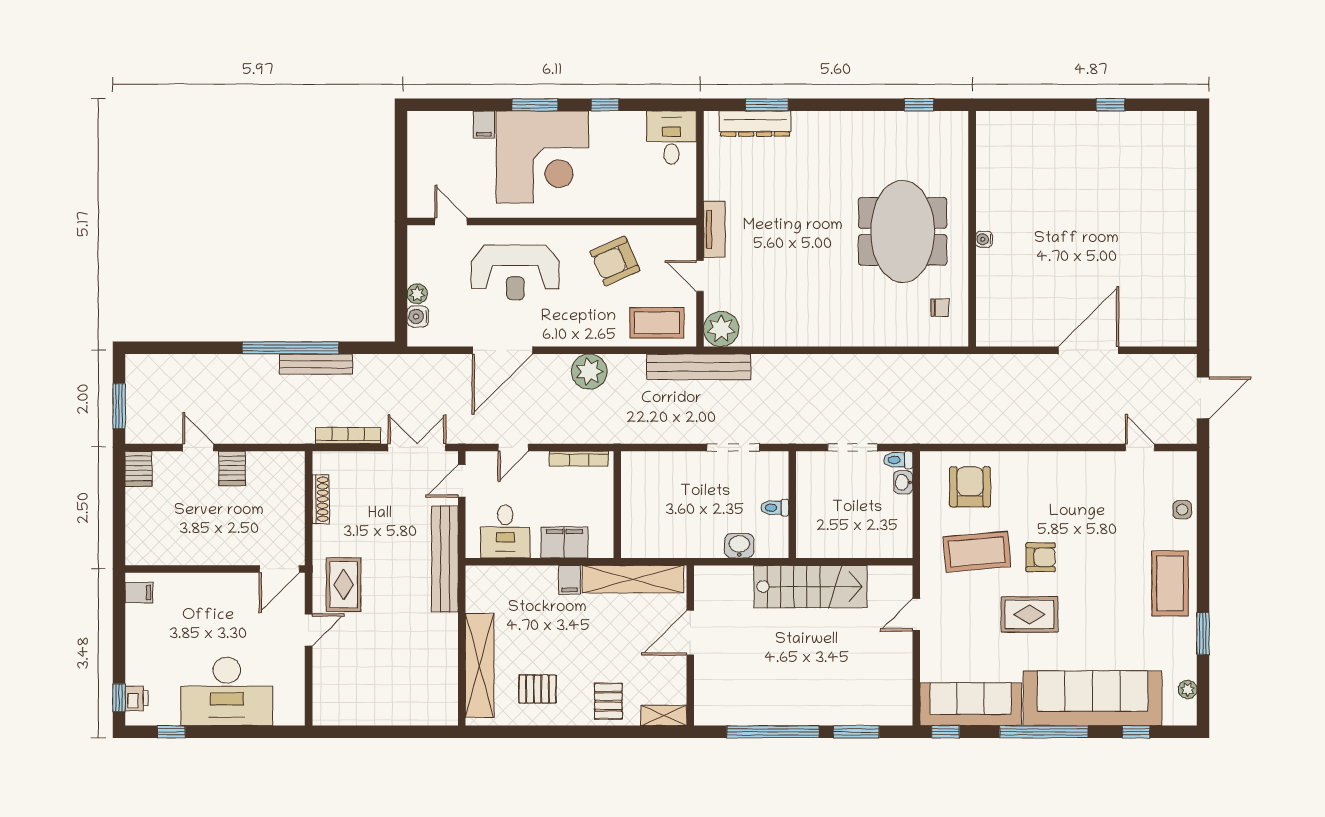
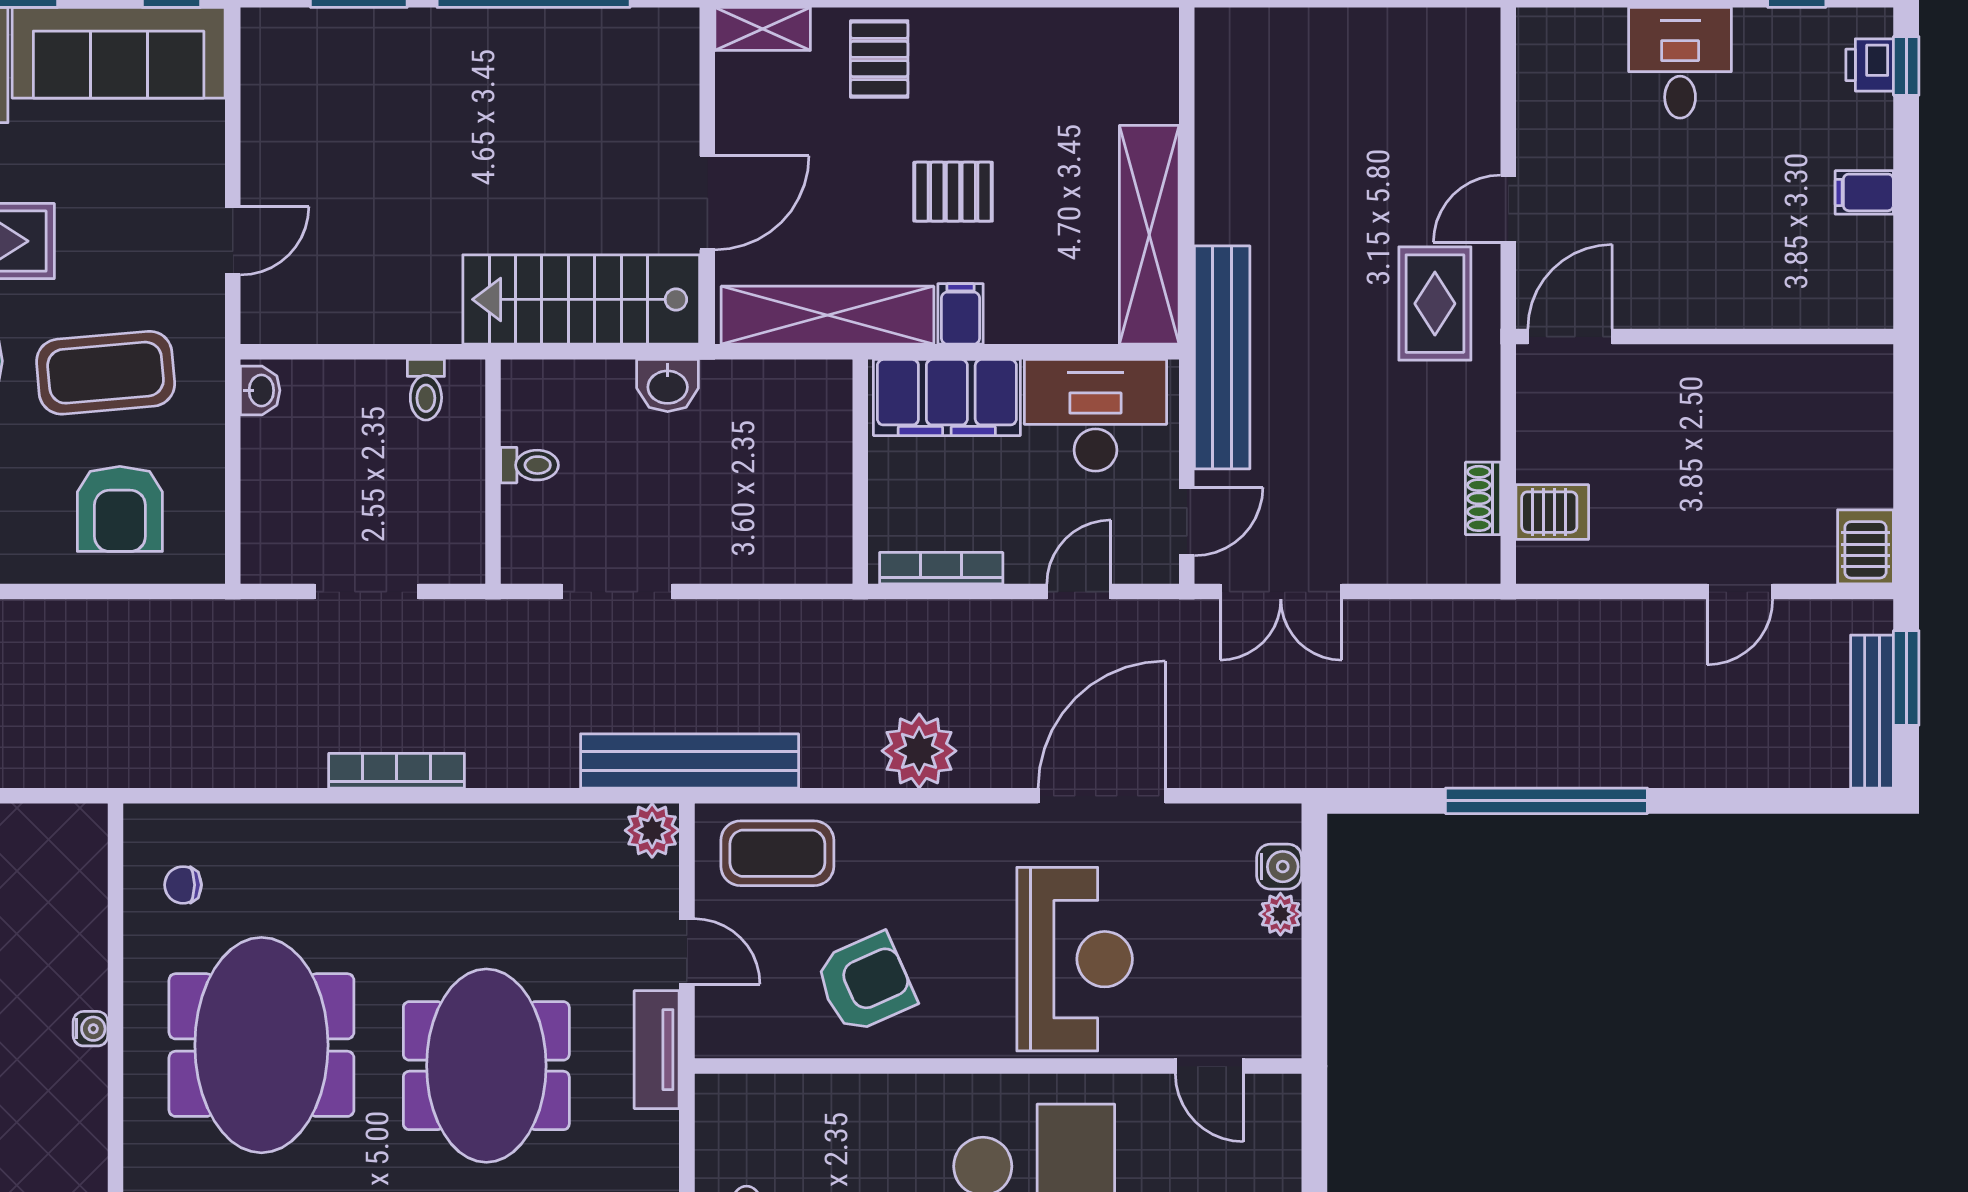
meeting table: (795, 222) -> (486, 1066), added
reception desk: (515, 272) -> (1075, 959), turned 90
plant: (721, 329) -> (652, 830), width x0.73, depth x0.73
bench: (316, 364) -> (1872, 712), moved, turned 90
bookcase: (348, 436) -> (396, 771), moved, turned 180
door: (198, 447) -> (1740, 592), hinge flipped
toilet: (898, 460) -> (426, 390), moved, turned 90
server rack: (232, 468) -> (1552, 512), moved, turned 90
washbasin: (903, 482) -> (260, 390), moved
shoe rack: (321, 499) -> (1483, 498), width x0.70
desk: (505, 531) -> (1095, 415), width x1.37
filing cabinet: (564, 542) -> (947, 398), width x1.50, depth x1.17
washbasin: (739, 546) -> (668, 386), moved
stairs: (810, 587) -> (581, 299), moved
filing cabinet: (139, 593) -> (1864, 192), moved
shelving: (480, 665) -> (1149, 235), moved
pallet: (537, 689) -> (953, 192), moved
desk: (227, 691) -> (1680, 63), width x0.53, depth x0.77

